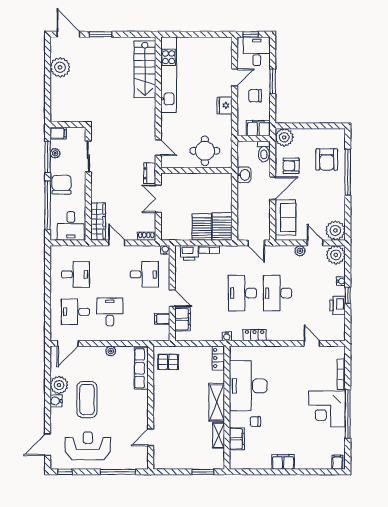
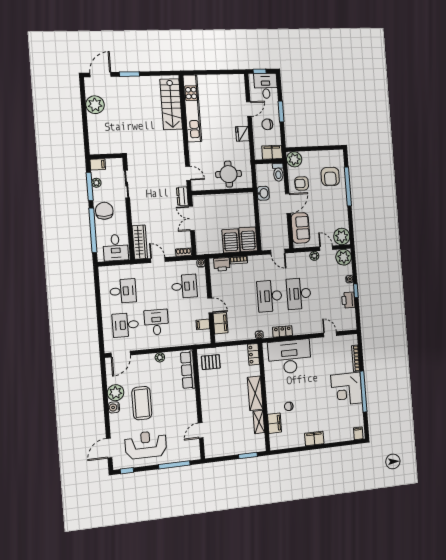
door: (68, 34) -> (100, 75), hinge flipped
desk: (248, 386) -> (290, 357), moved, turned 90

